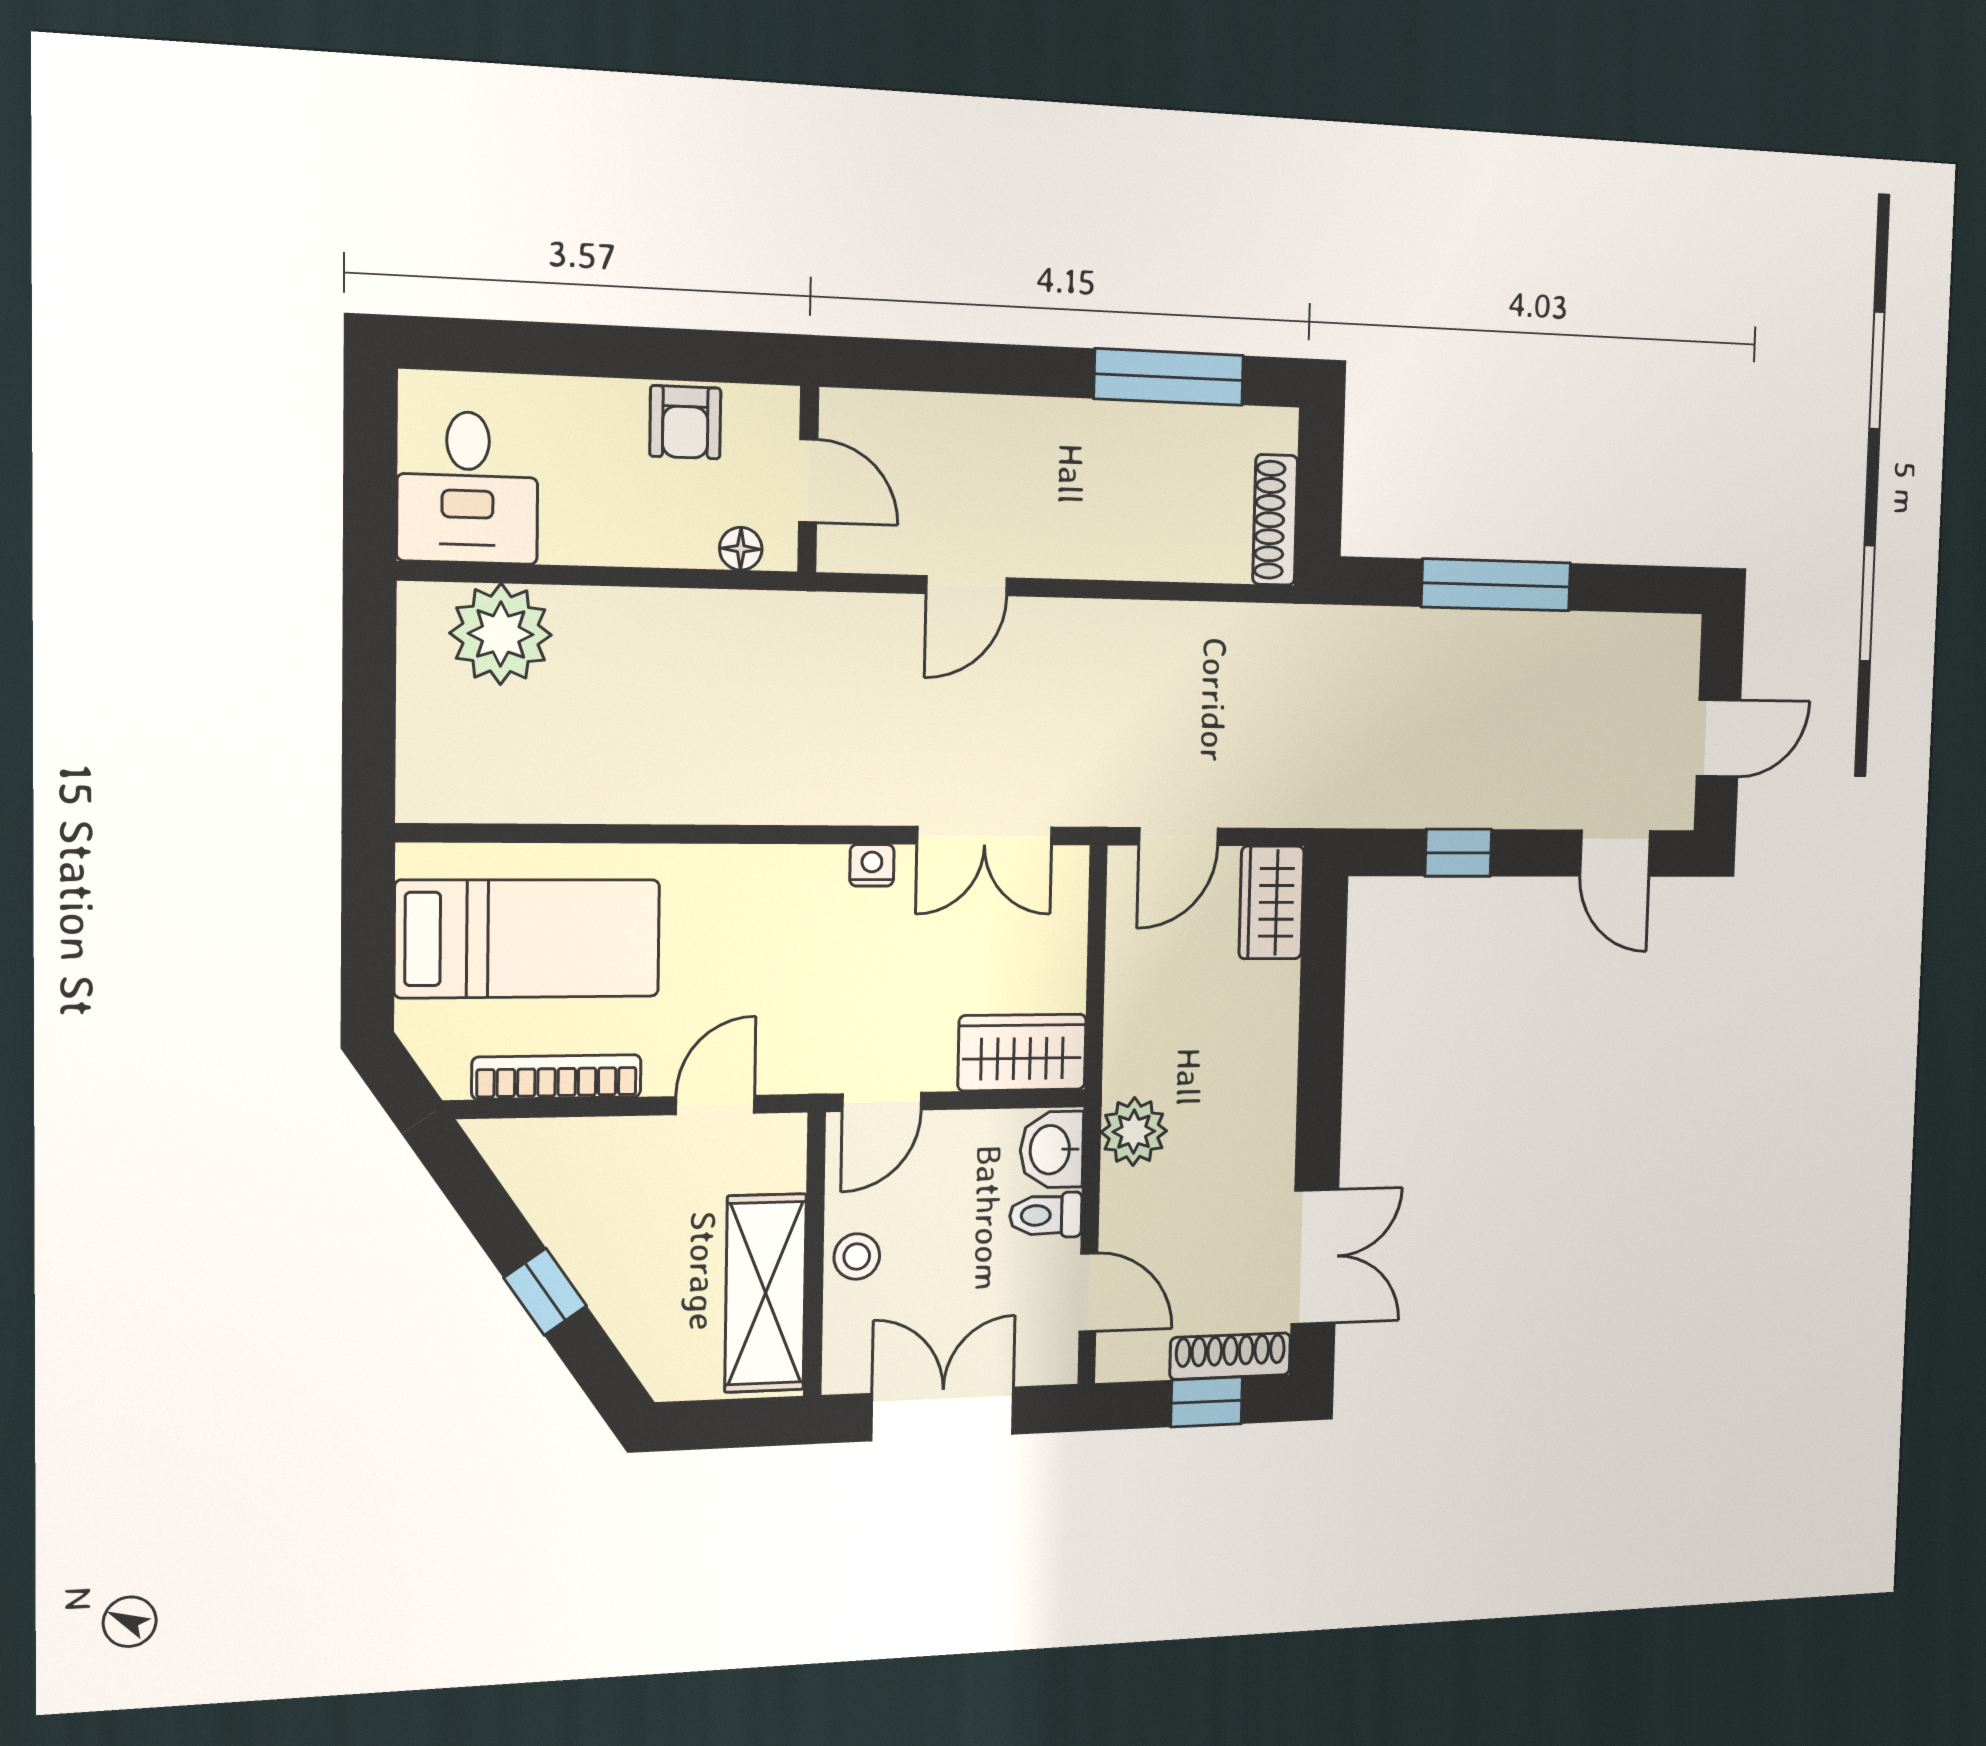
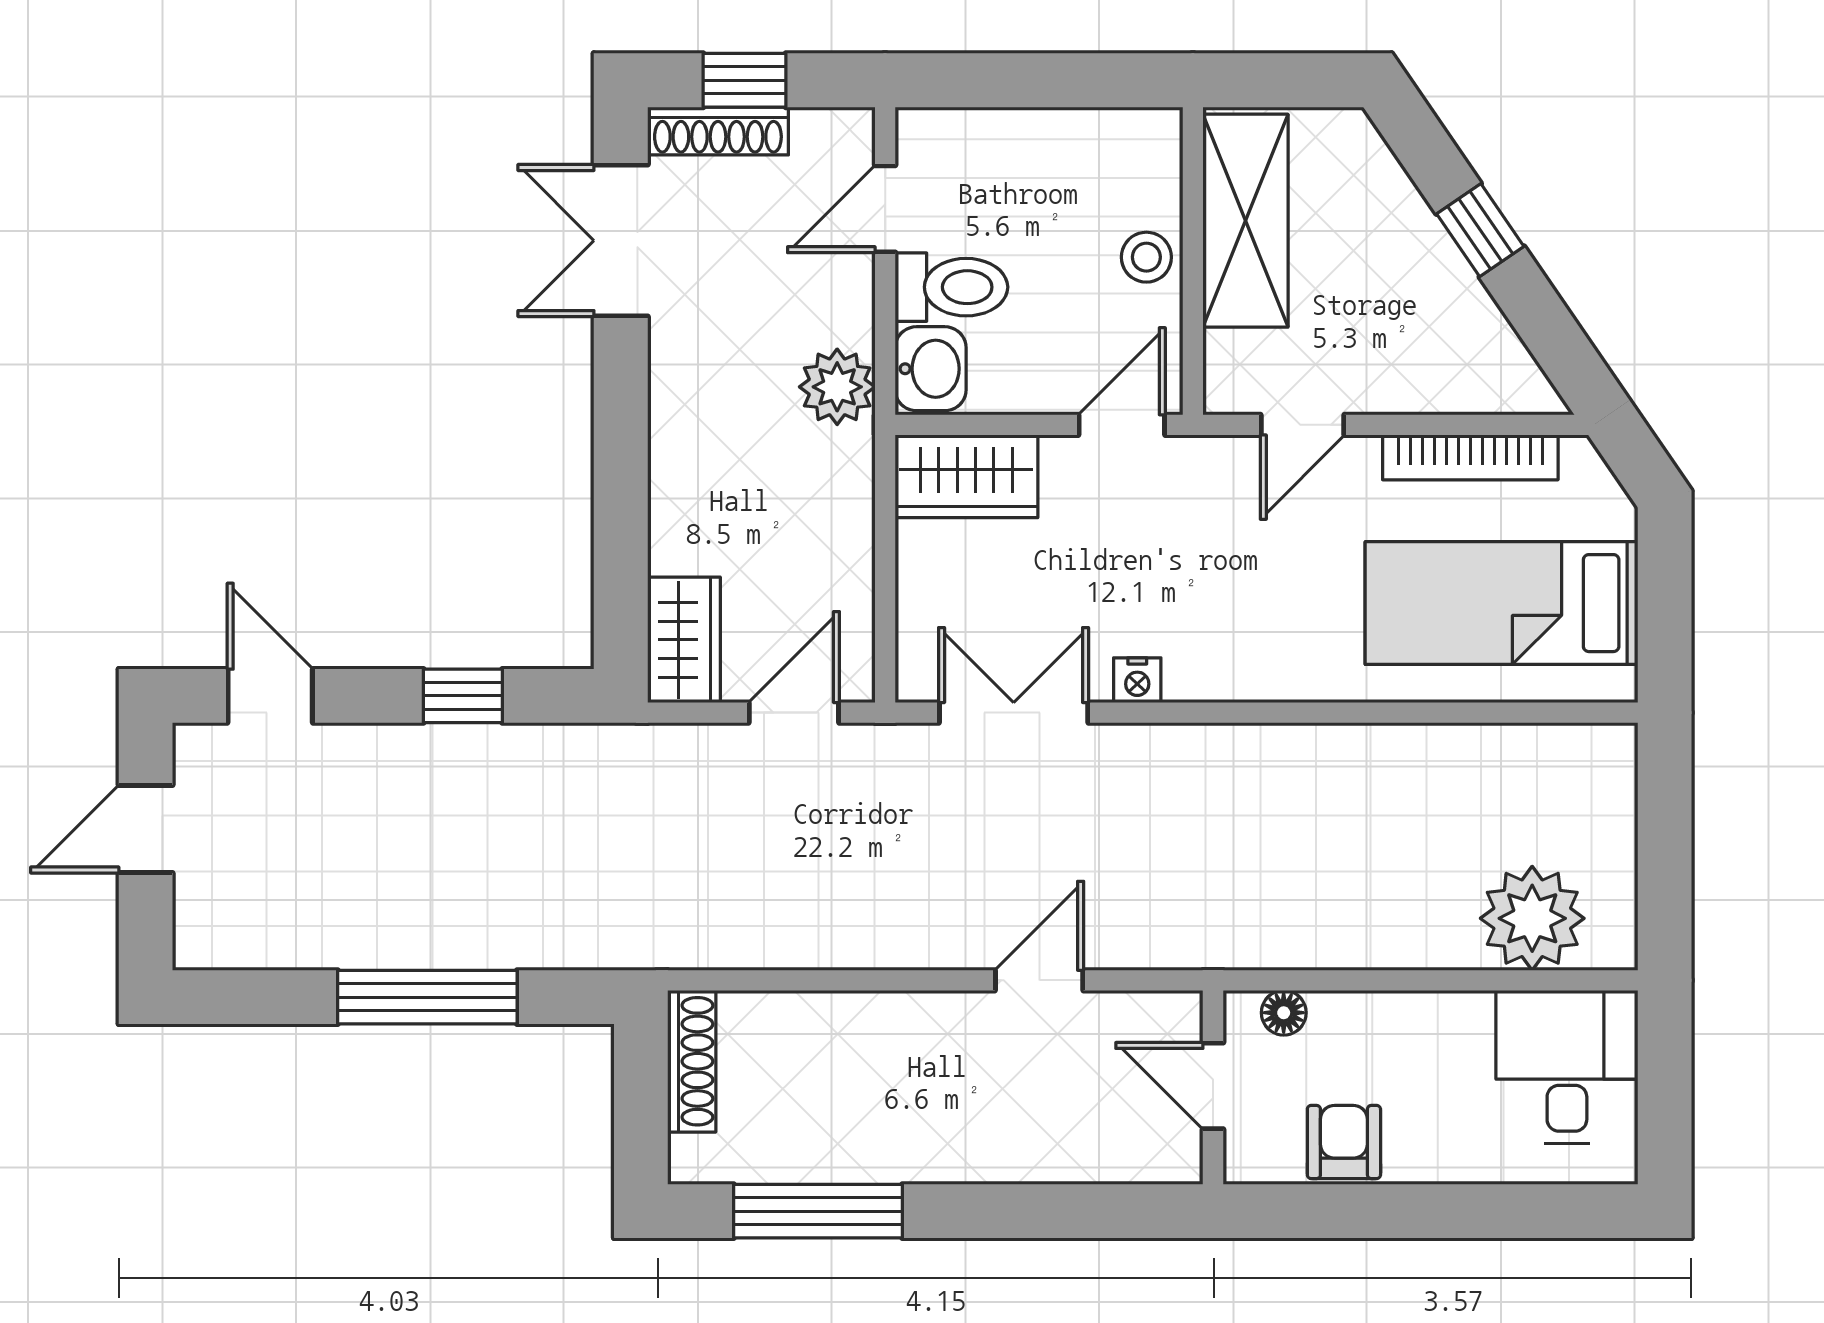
toilet: (1046, 1215) -> (951, 287), width x1.37, depth x1.39
door: (1088, 1292) -> (885, 209), hinge flipped
double door: (943, 1414) -> (1047, 80), removed

